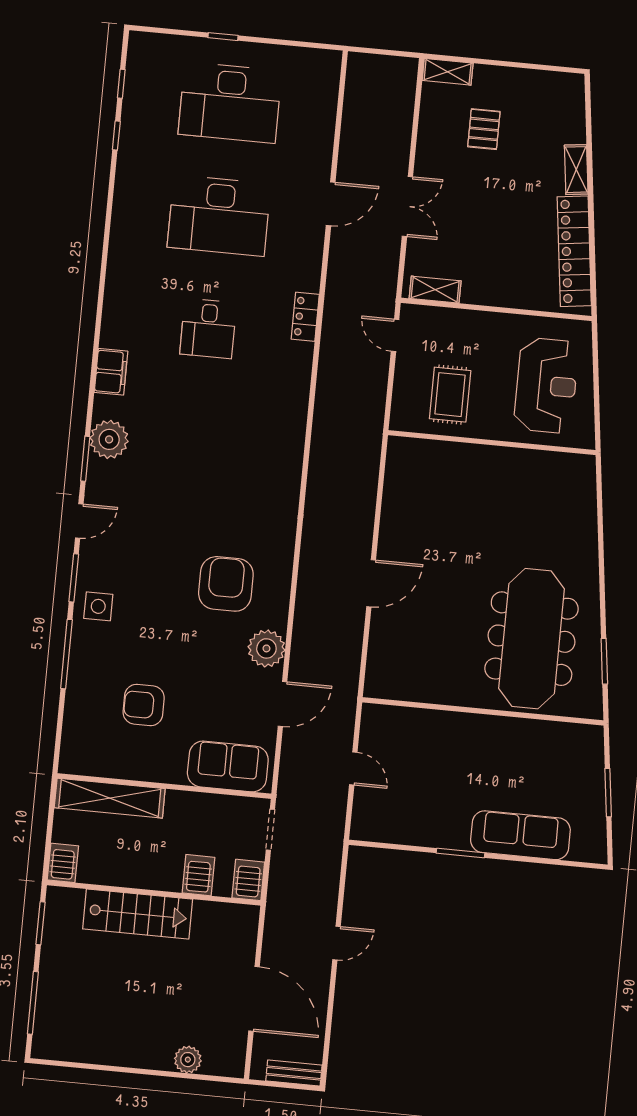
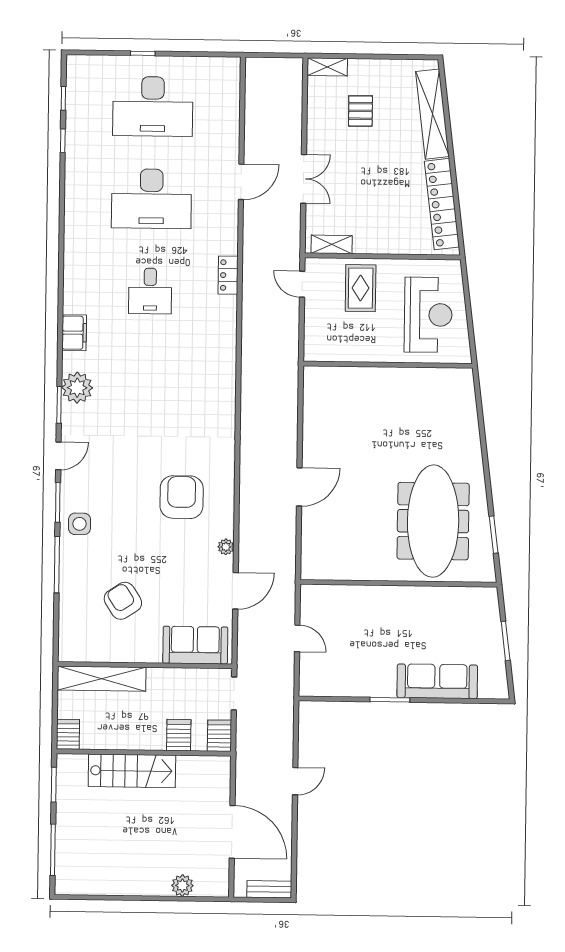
shelving: (576, 170) -> (432, 114), width x2.20, depth x1.33
rug: (450, 395) -> (361, 288), moved
plant: (266, 648) -> (226, 547), width x0.53, depth x0.53
armchair: (144, 705) -> (123, 601), turned 57

